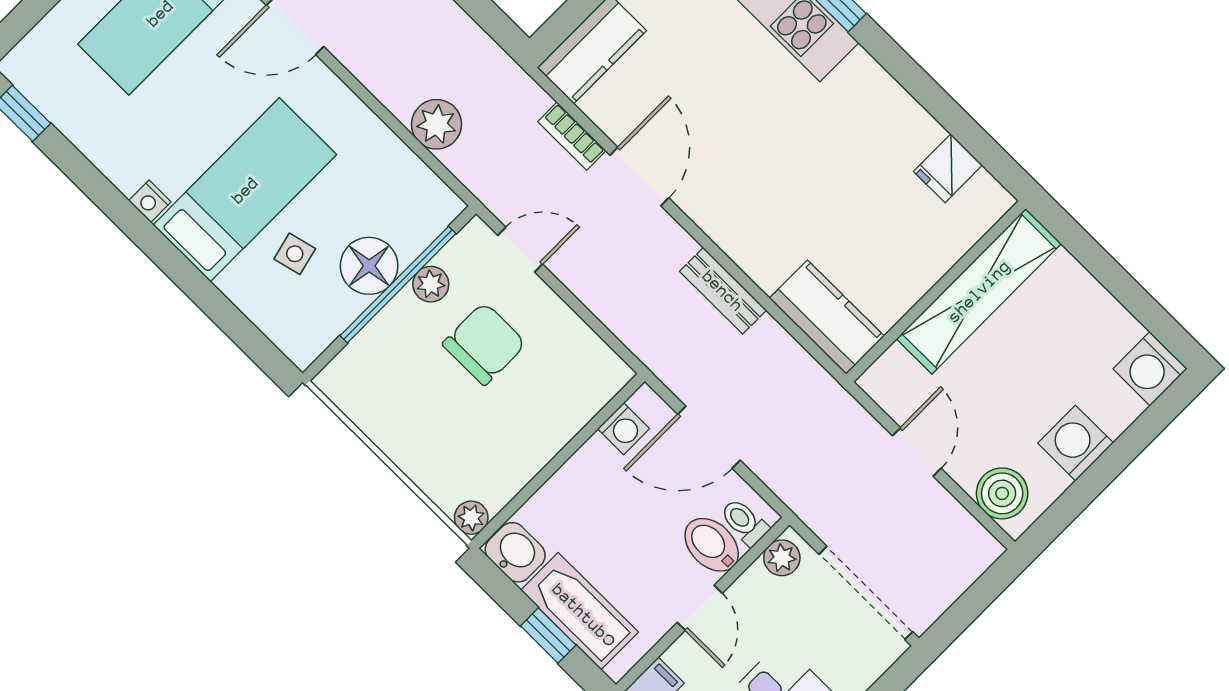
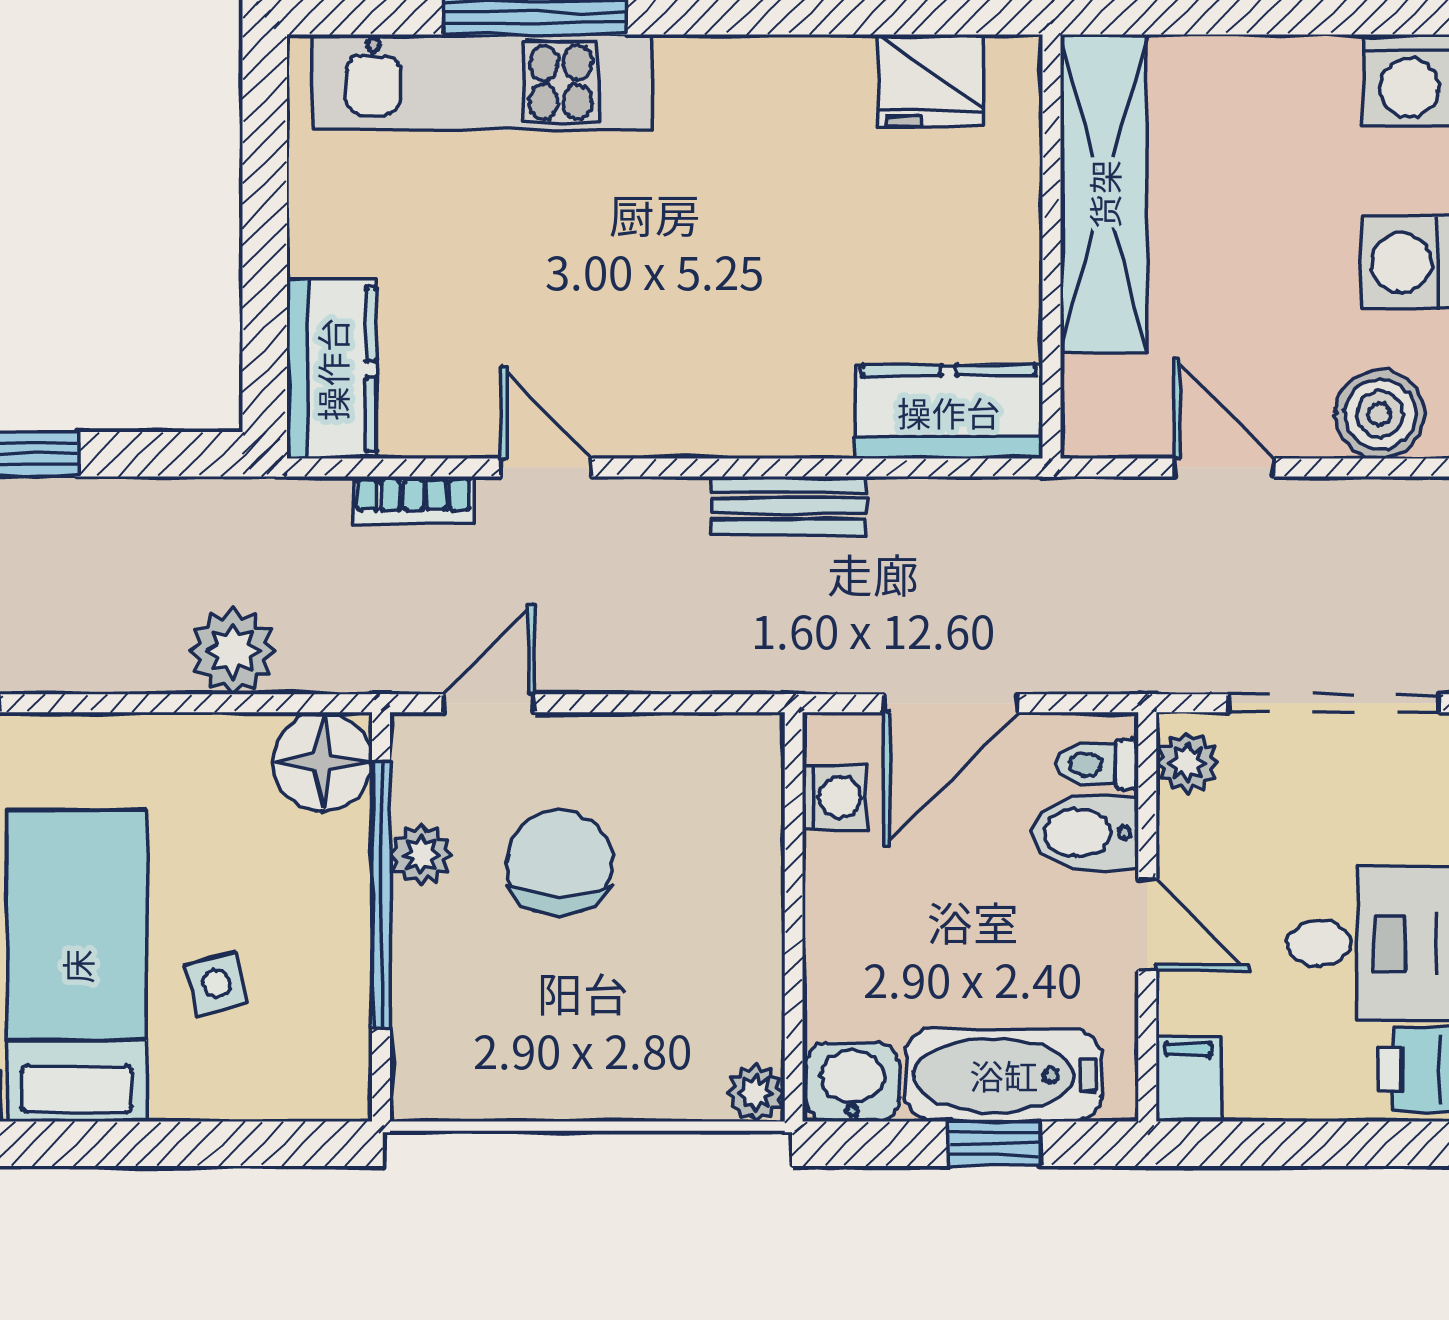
fridge: (948, 168) -> (931, 80), width x1.38
door: (639, 176) -> (546, 468), width x0.73
floor lamp: (369, 266) -> (323, 762), moved

